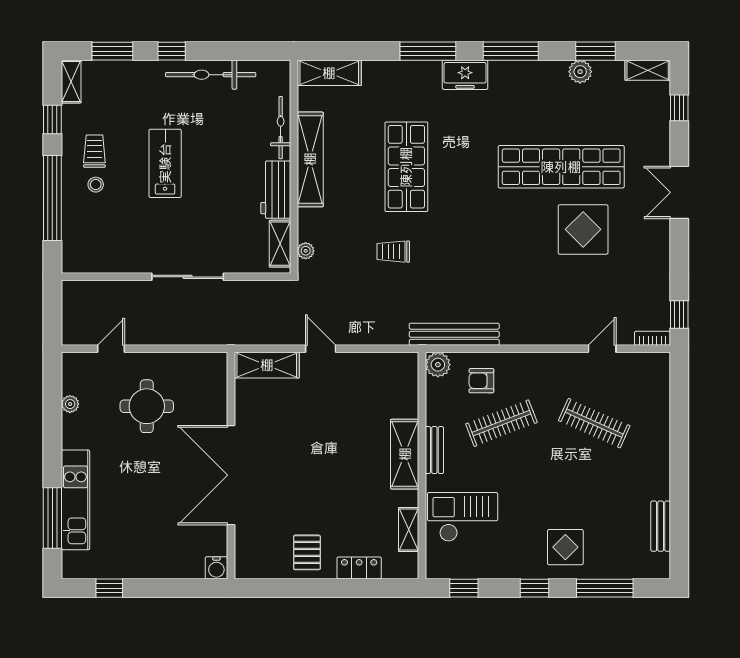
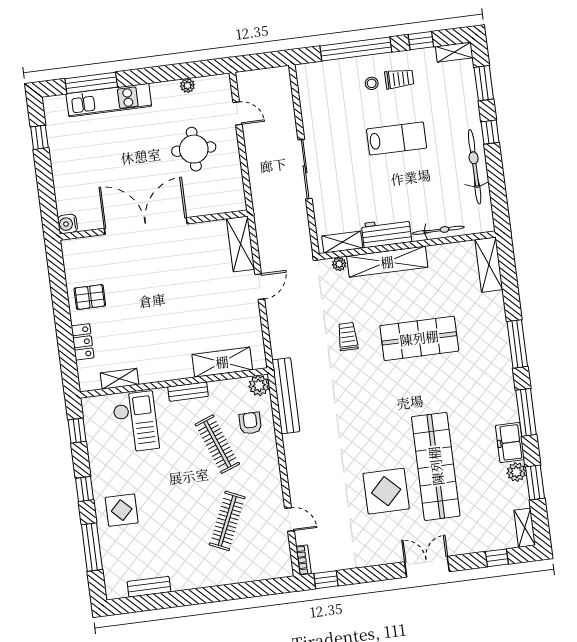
freezer: (465, 75) -> (510, 443), moved
shelving: (310, 159) -> (387, 262), moved
shelving: (405, 454) -> (222, 362), moved

